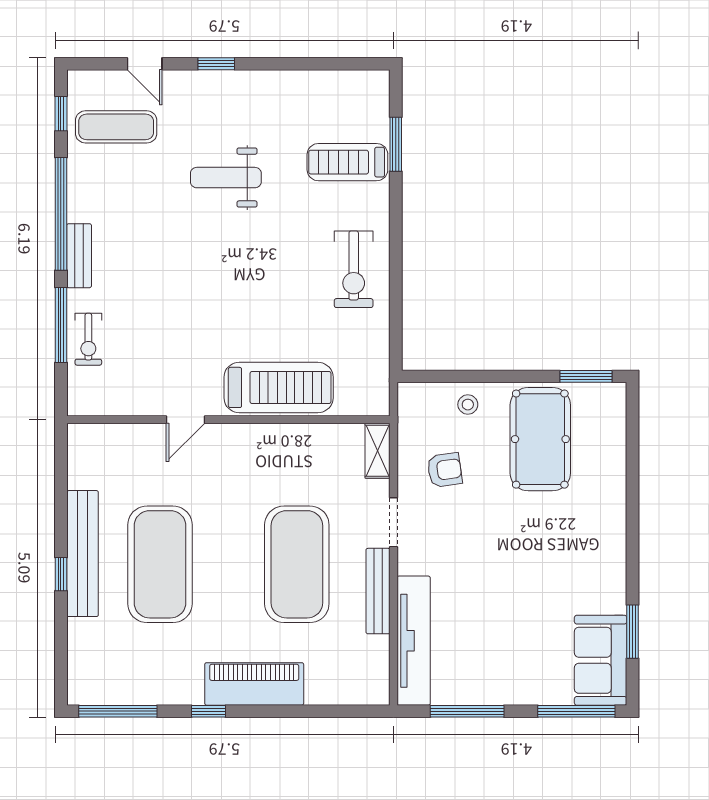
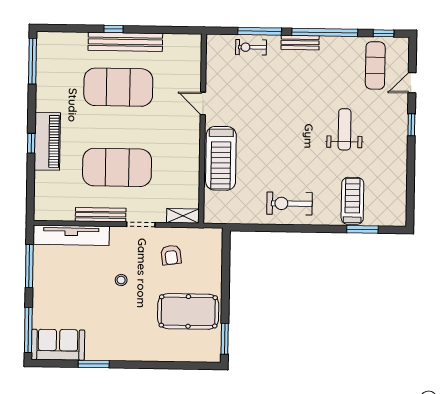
stool: (468, 405) -> (121, 280), moved
window: (633, 632) -> (94, 364), moved
window: (208, 711) -> (31, 143), moved

